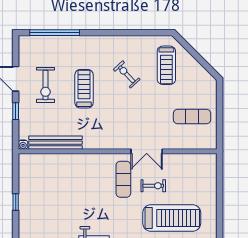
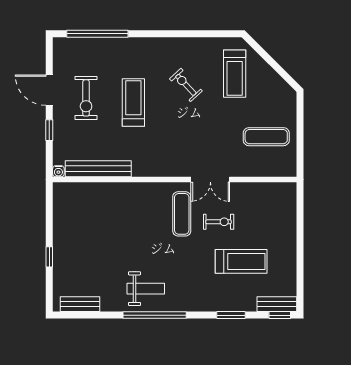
window: (16, 202) -> (49, 257), moved
treadmill: (172, 218) -> (241, 261), width x0.73, depth x0.73

